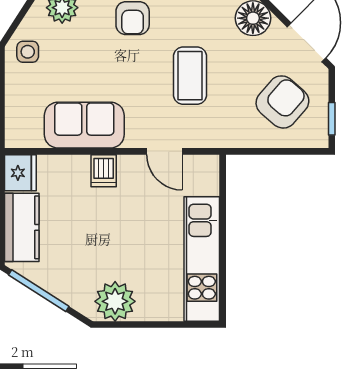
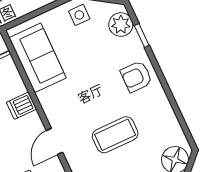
sofa: (84, 125) -> (38, 58), moved

